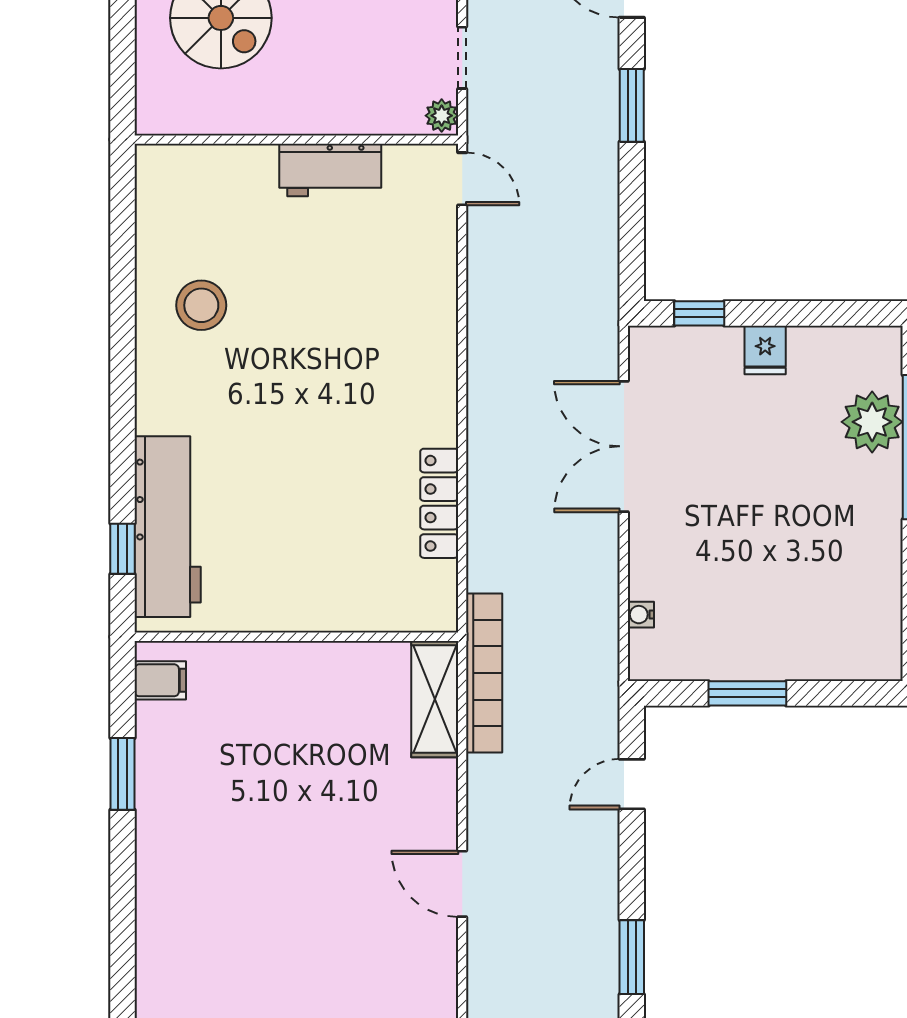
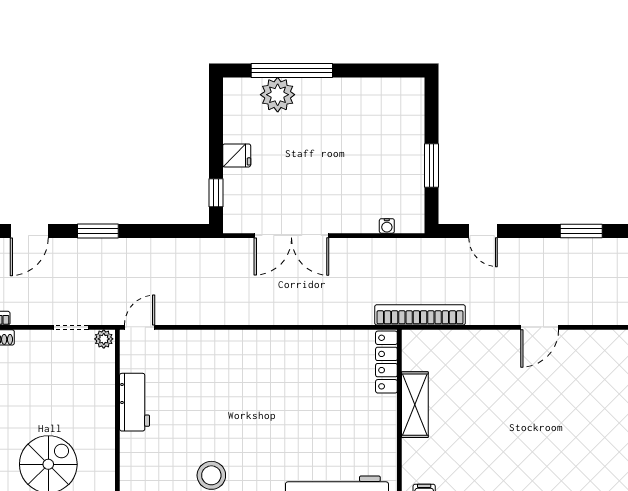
locker: (439, 503) -> (386, 362), moved, turned 90
shelving: (435, 699) -> (415, 405), moved, turned 90

